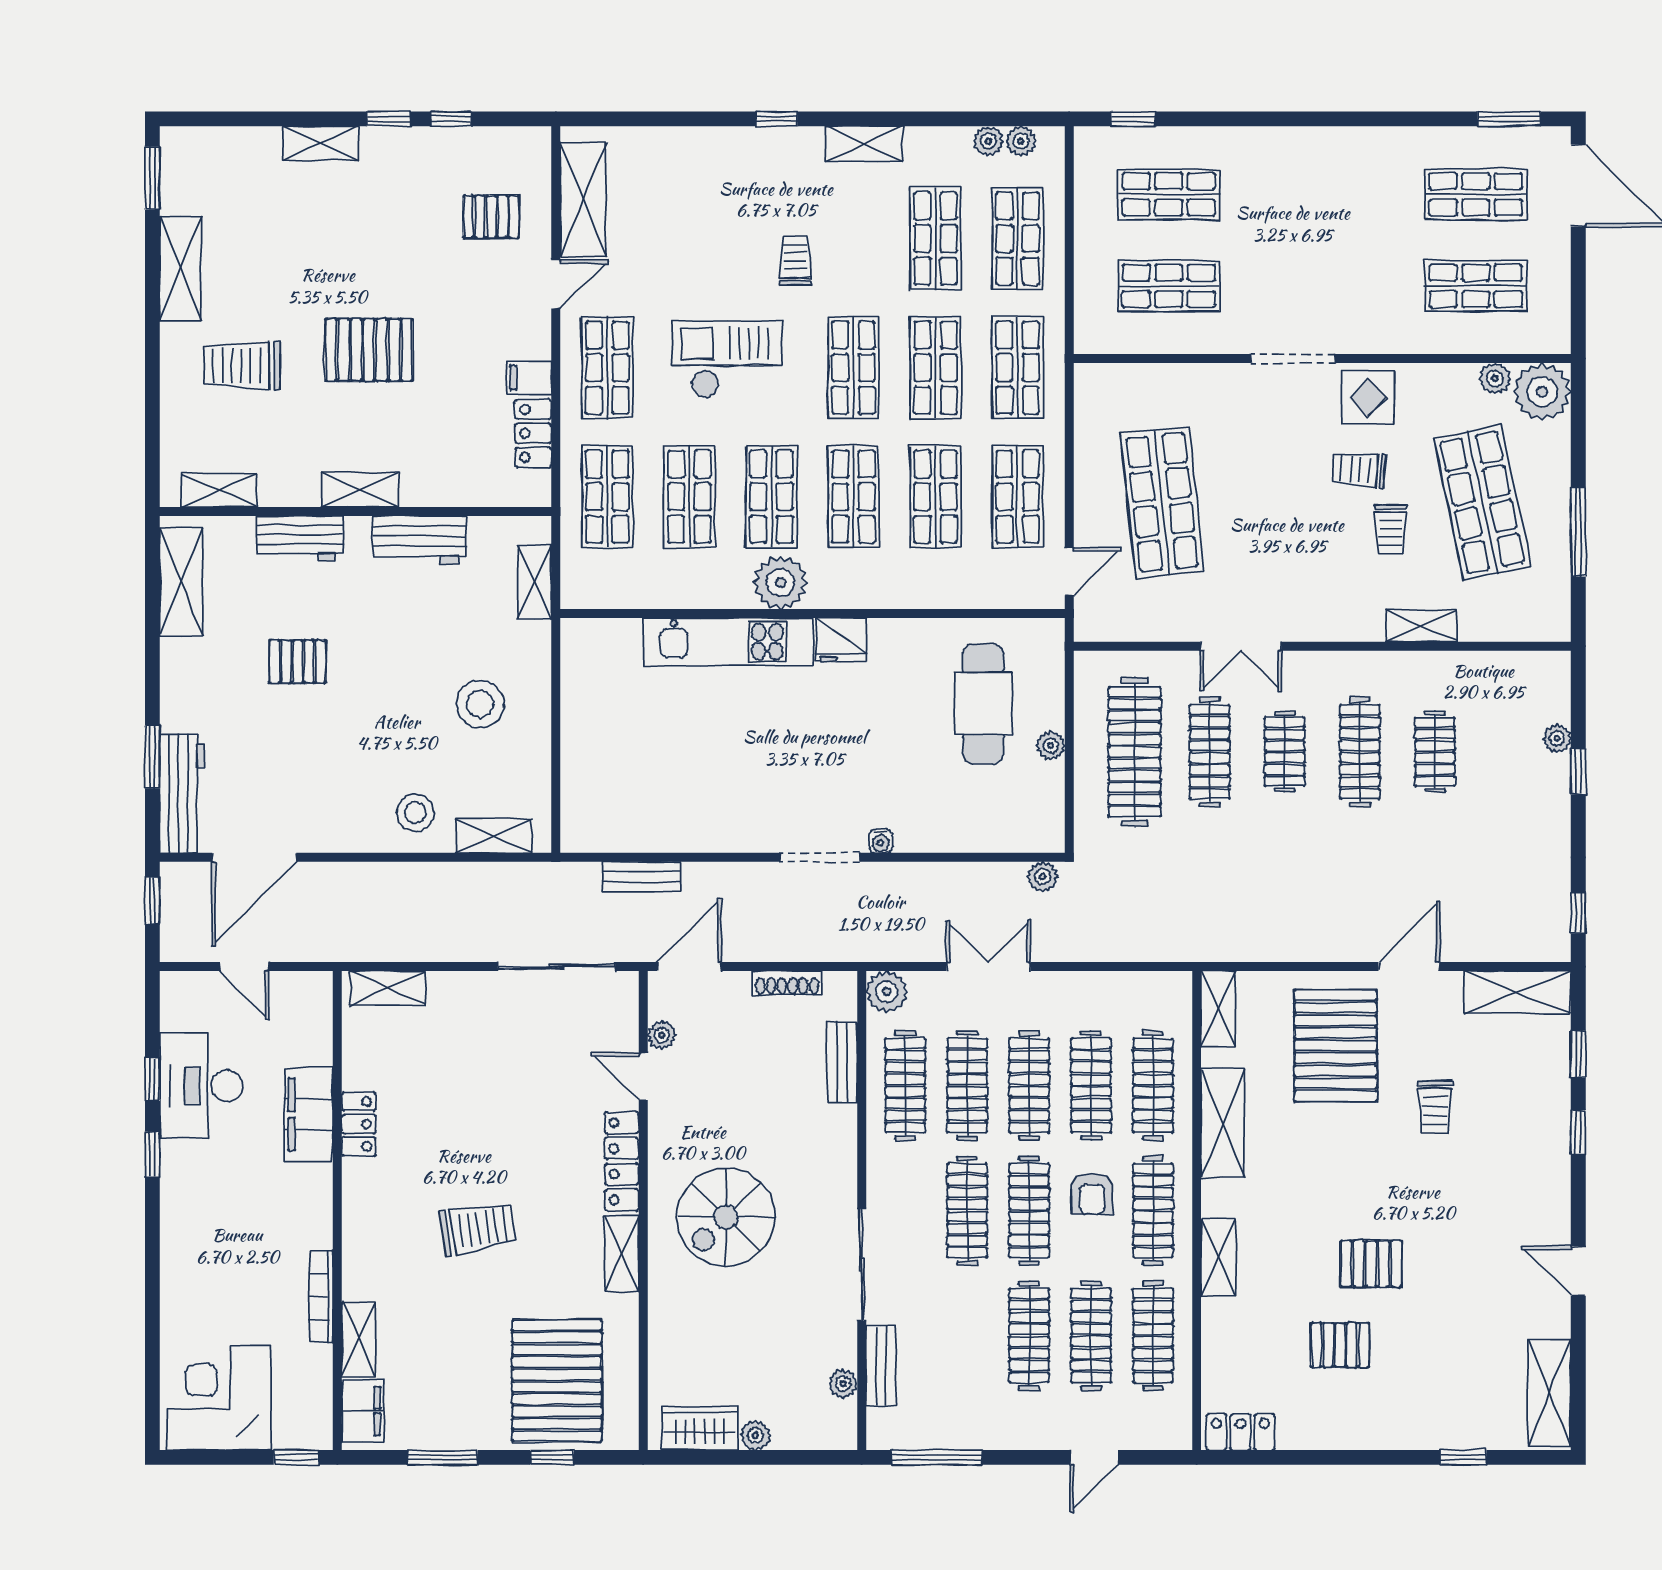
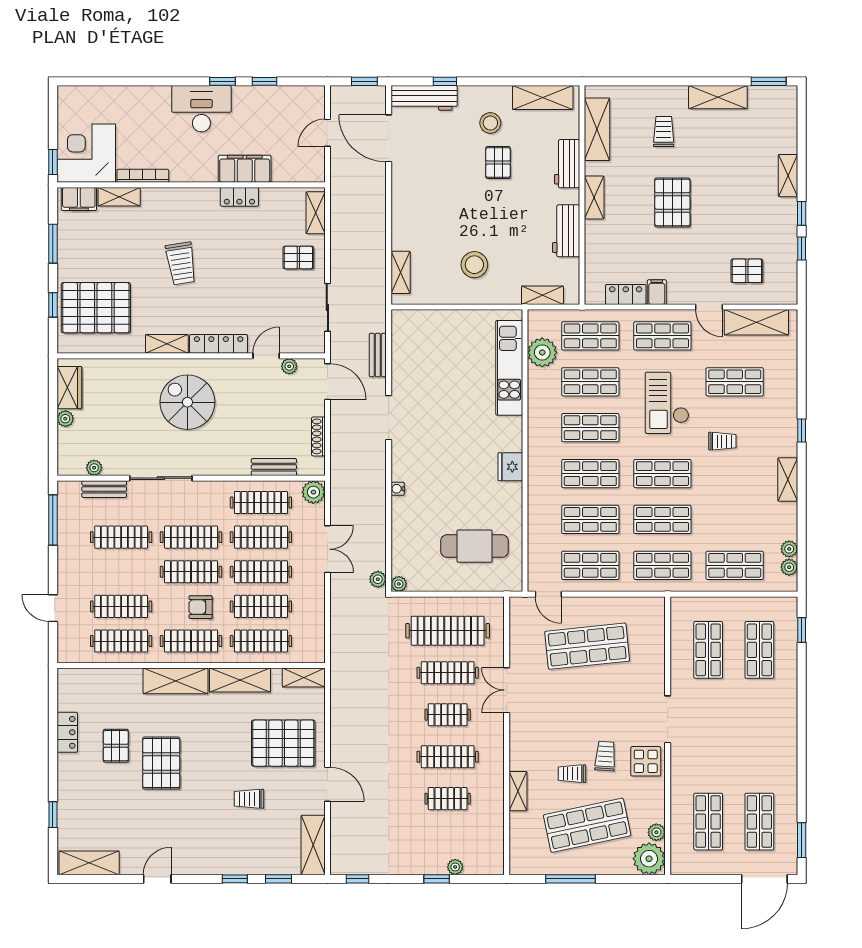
pallet: (491, 217) -> (747, 271), turned 90
shop shelf: (936, 239) -> (735, 382), moved
checkout: (727, 359) -> (667, 403), turned 180
trolley: (242, 365) -> (664, 131), width x0.73, depth x0.72
shelving: (219, 490) -> (597, 129), width x1.50, depth x1.33
plant: (780, 583) -> (542, 352), moved
kitchen unit: (728, 642) -> (509, 368), moved
plant: (1051, 745) -> (399, 584), moved
window: (152, 757) -> (445, 81), width x0.67
stool: (415, 813) -> (490, 123), moved
doorway: (820, 857) -> (389, 418), moved
sliding door: (556, 967) -> (327, 307), width x0.73
pallet: (467, 1019) -> (298, 258), added
desk: (201, 1086) -> (201, 109), moved
shelving: (1218, 1258) -> (175, 681), width x1.50, depth x1.33
pallet: (1371, 1264) -> (161, 763), width x1.50, depth x1.42
clothes rail: (1029, 1336) -> (121, 537), moved
corner desk: (219, 1398) -> (86, 153), moved, turned -90
locker: (1240, 1432) -> (67, 732), moved

